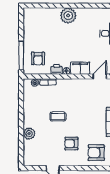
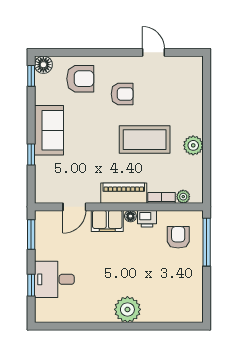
piano: (70, 85) -> (124, 193), added
coffee table: (58, 116) -> (145, 140), width x1.86, depth x1.72
plant: (29, 134) -> (193, 145), moved

